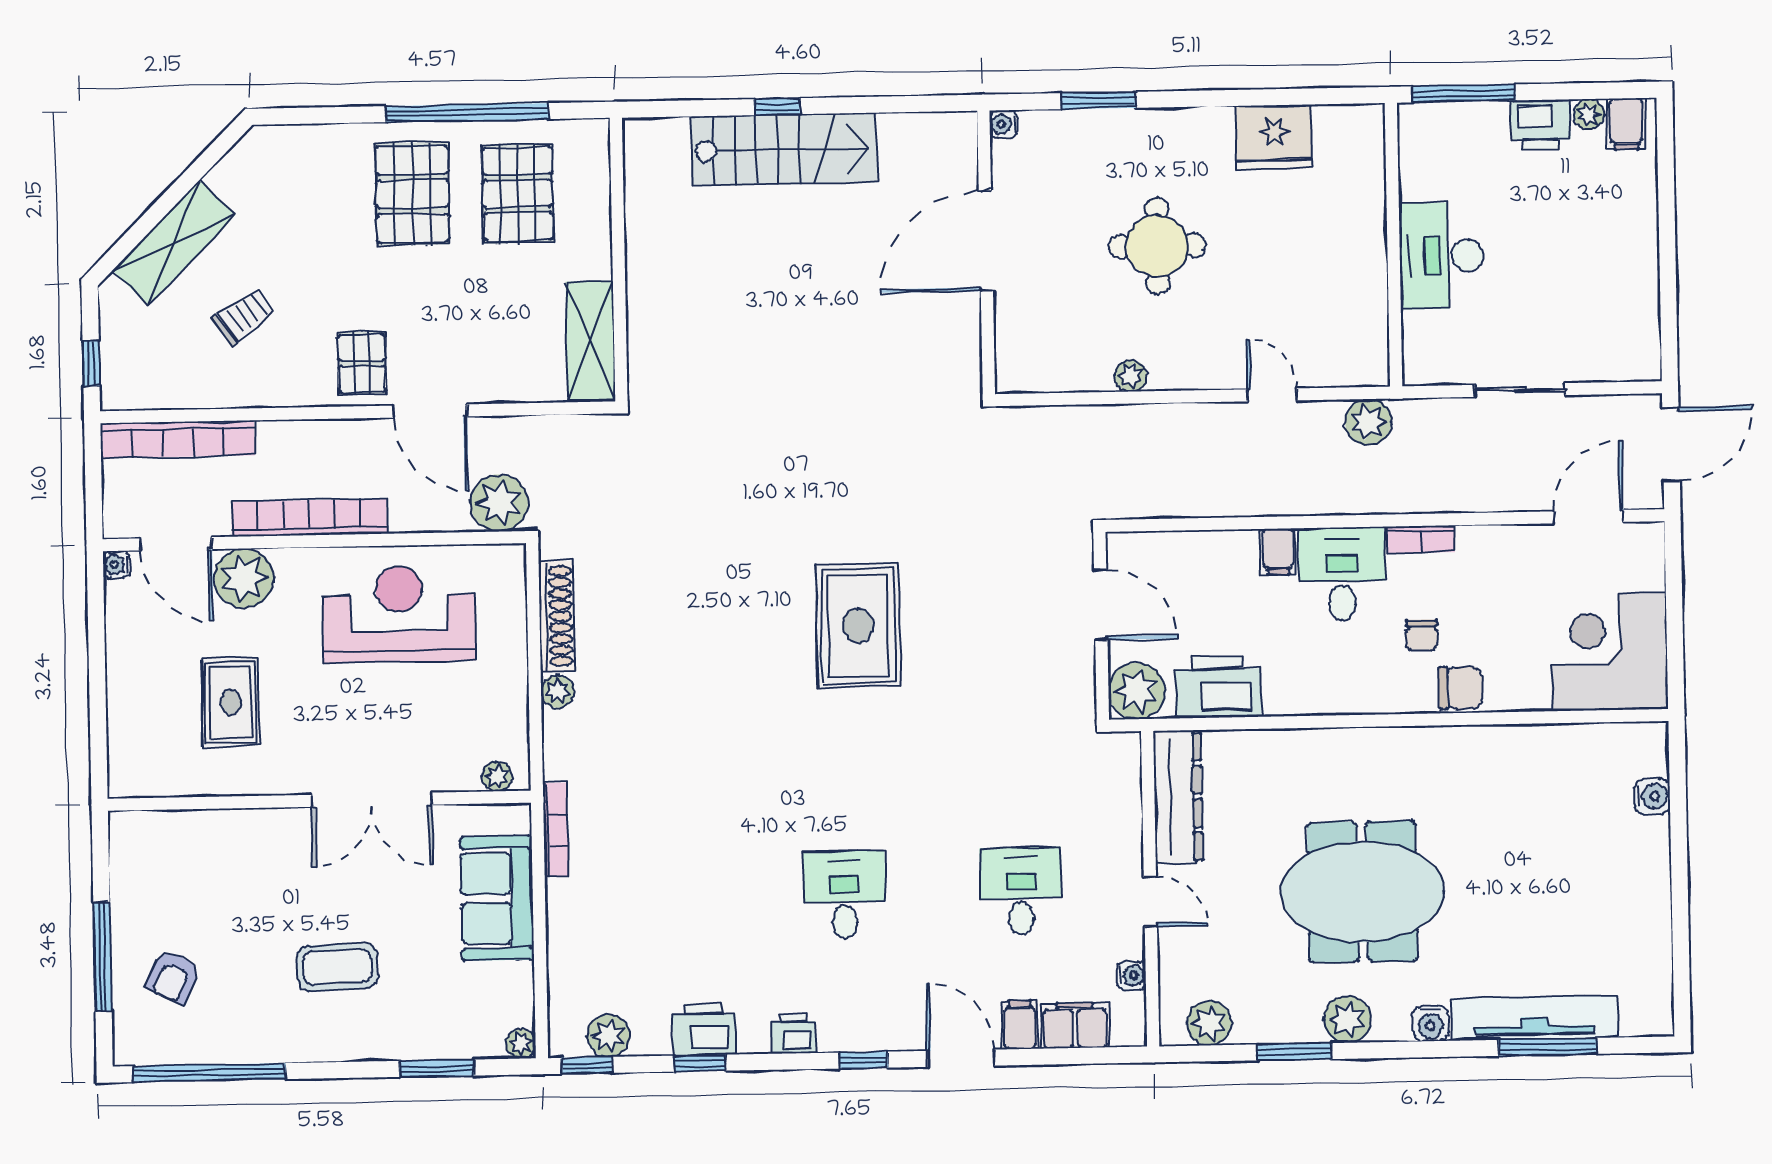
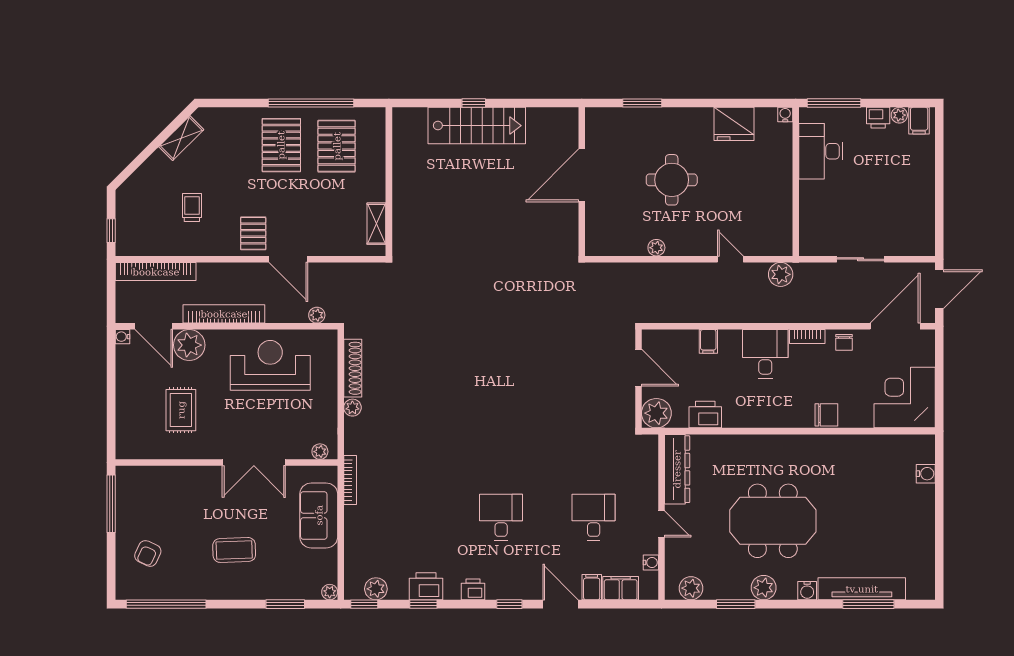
water cooler: (1004, 124) -> (785, 115), moved, turned 90
printer: (1540, 125) -> (878, 118), width x0.73, depth x0.81
shelving: (174, 243) -> (181, 138), moved, width x0.67, depth x0.75
desk: (1442, 256) -> (821, 151), moved
trolley: (244, 316) -> (192, 207), turned -55
shelving: (590, 340) -> (376, 224), width x0.67, depth x0.75
plant: (499, 503) -> (317, 315), width x0.53, depth x0.53
door: (1588, 517) -> (895, 326), width x1.36
filing cabinet: (1278, 551) -> (708, 341), moved
rug: (858, 626) -> (511, 376), removed
chair: (1422, 635) -> (844, 342), moved
printer: (1218, 687) -> (705, 415), width x0.73, depth x0.84
window: (102, 957) -> (111, 504), moved

